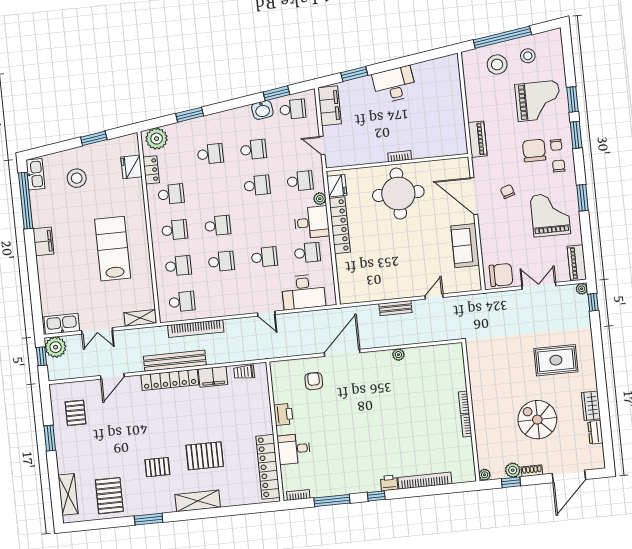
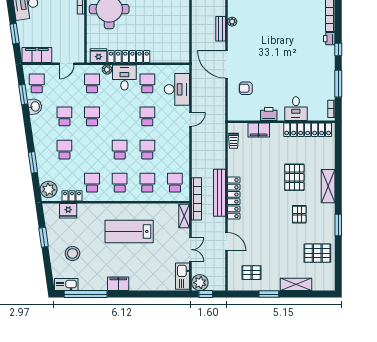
bench: (395, 308) -> (221, 29), moved
bookcase: (196, 329) -> (197, 199), moved
filing cabinet: (213, 377) -> (259, 130), moved, turned 90
shelving: (68, 494) -> (296, 284), moved

